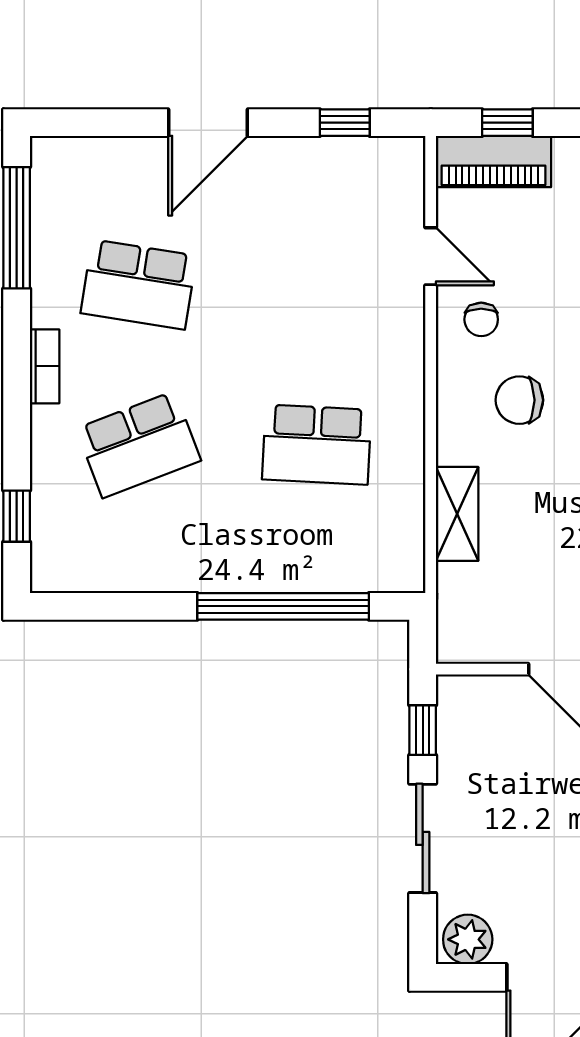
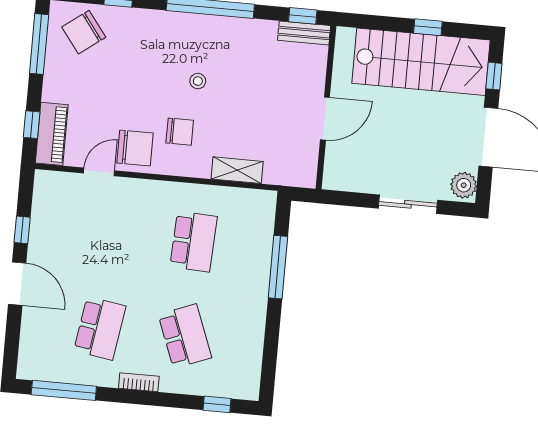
window: (345, 123) -> (22, 230), moved
chair: (481, 319) -> (135, 148), width x1.87, depth x1.87
chair: (519, 400) -> (180, 132), turned -90
window: (283, 606) -> (278, 267), width x0.68
window: (423, 730) -> (350, 199), removed

